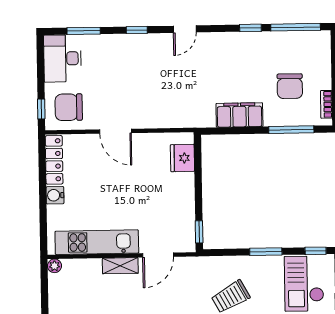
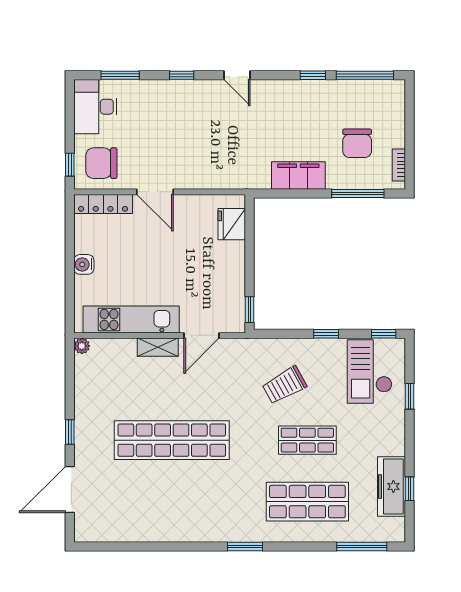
door: (185, 29) -> (237, 75), hinge flipped
locker: (54, 160) -> (103, 204), moved, turned 90
window: (266, 252) -> (326, 334), width x0.67

